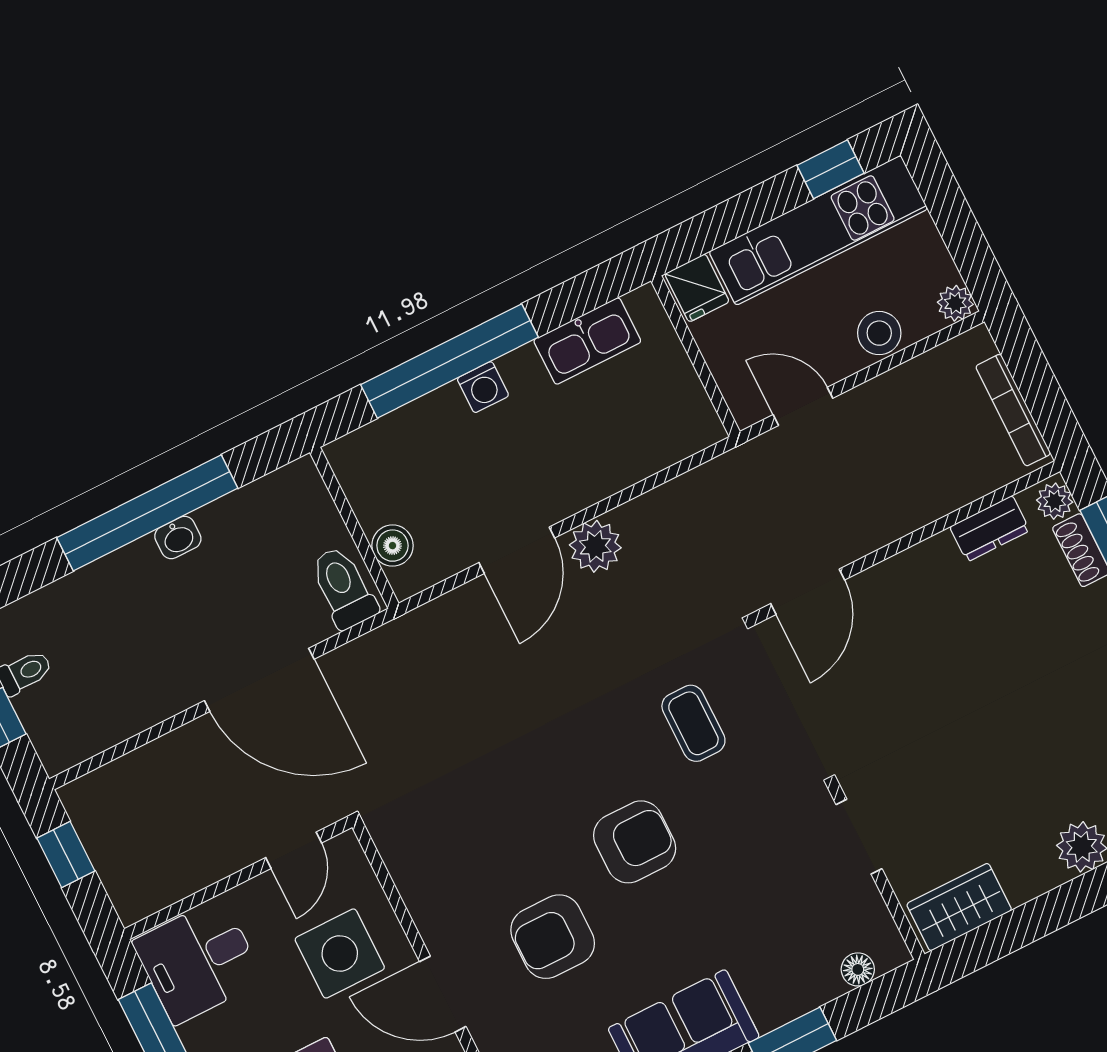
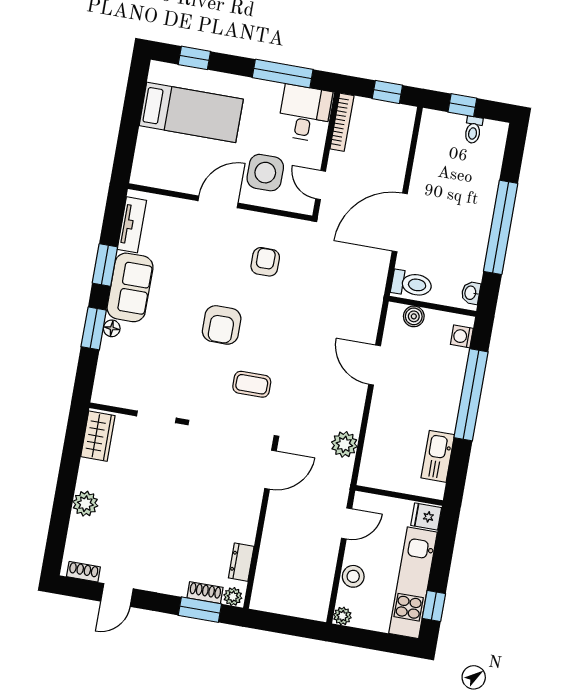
washing machine: (483, 387) -> (462, 336), moved
bookcase: (1013, 410) -> (342, 122), moved, turned 90
washbasin: (178, 538) -> (471, 293), moved
plant: (595, 546) -> (344, 444), moved
door: (808, 592) -> (270, 470), swing flipped
armchair: (553, 937) -> (265, 262), moved, width x0.72, depth x0.72
floor lamp: (858, 969) -> (112, 328), moved

